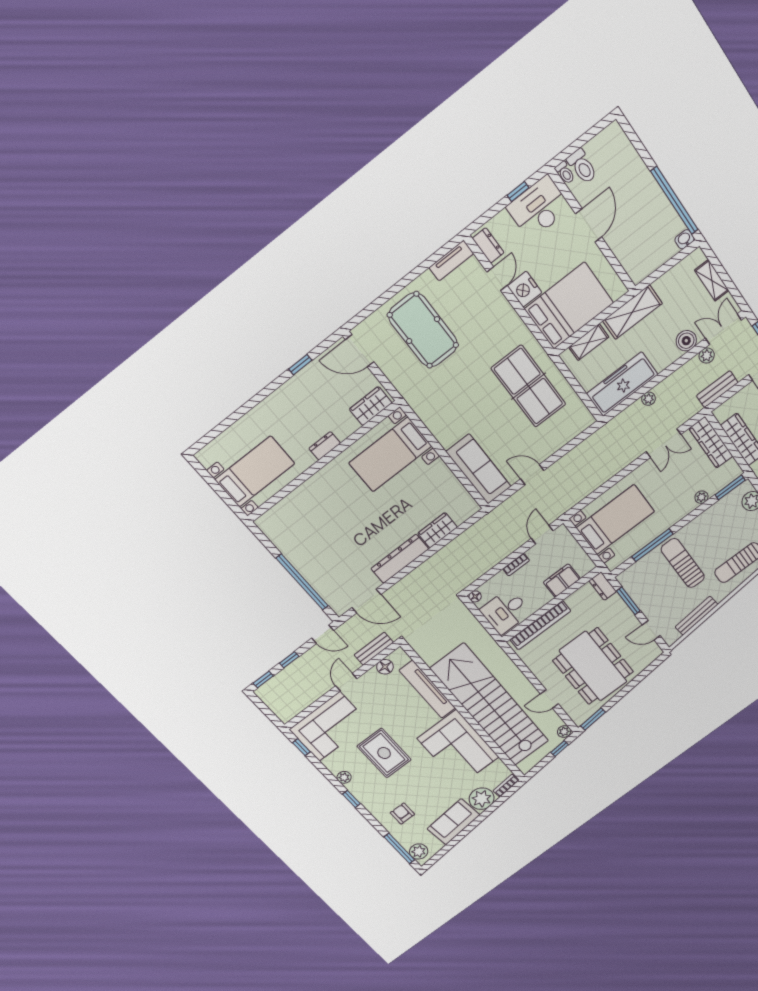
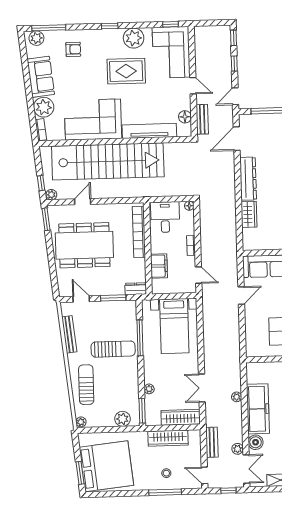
freezer: (622, 384) -> (258, 409), moved
door: (651, 630) -> (81, 299), hinge flipped
plant: (344, 777) -> (134, 38), width x1.88, depth x1.88

